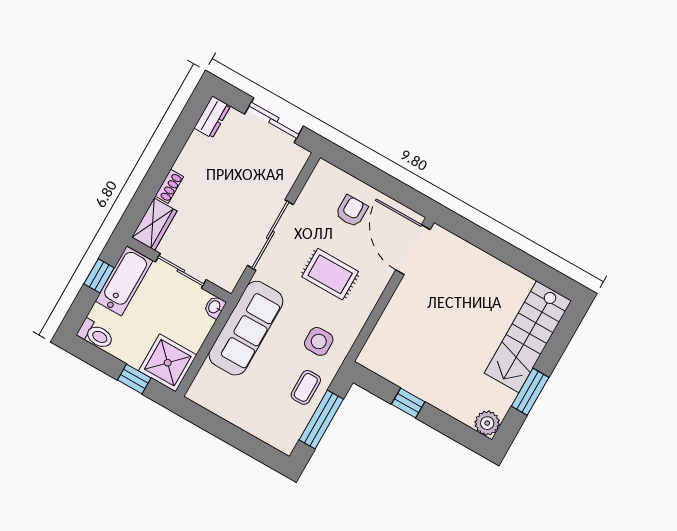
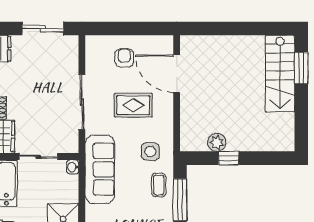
door: (413, 250) -> (177, 74), moved
window: (530, 392) -> (301, 68), moved
plant: (487, 423) -> (217, 142), moved

